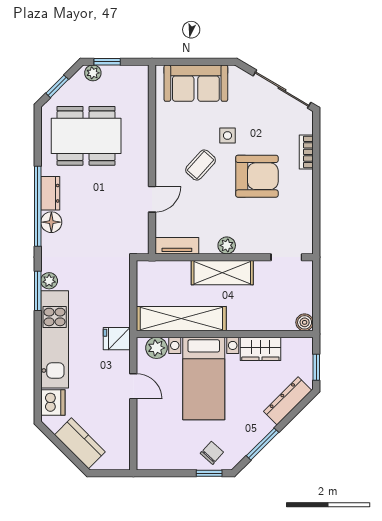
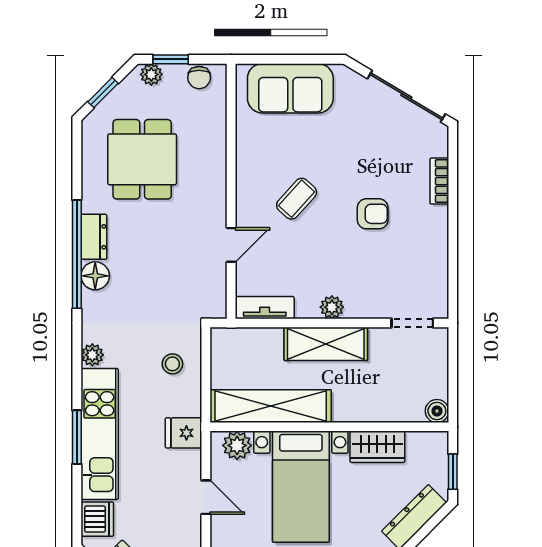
chair: (128, 75) -> (199, 78), added
side table: (228, 135) -> (333, 159), removed
dining table: (86, 136) -> (142, 159), width x0.73
armchair: (257, 176) -> (373, 214), width x0.53, depth x0.53
stool: (109, 287) -> (172, 364), added
window: (38, 291) -> (77, 437), moved

